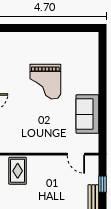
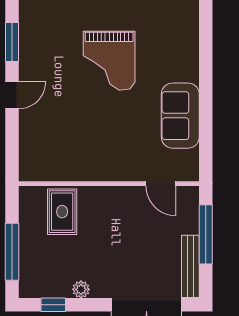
window: (102, 184) -> (206, 234), width x2.17

